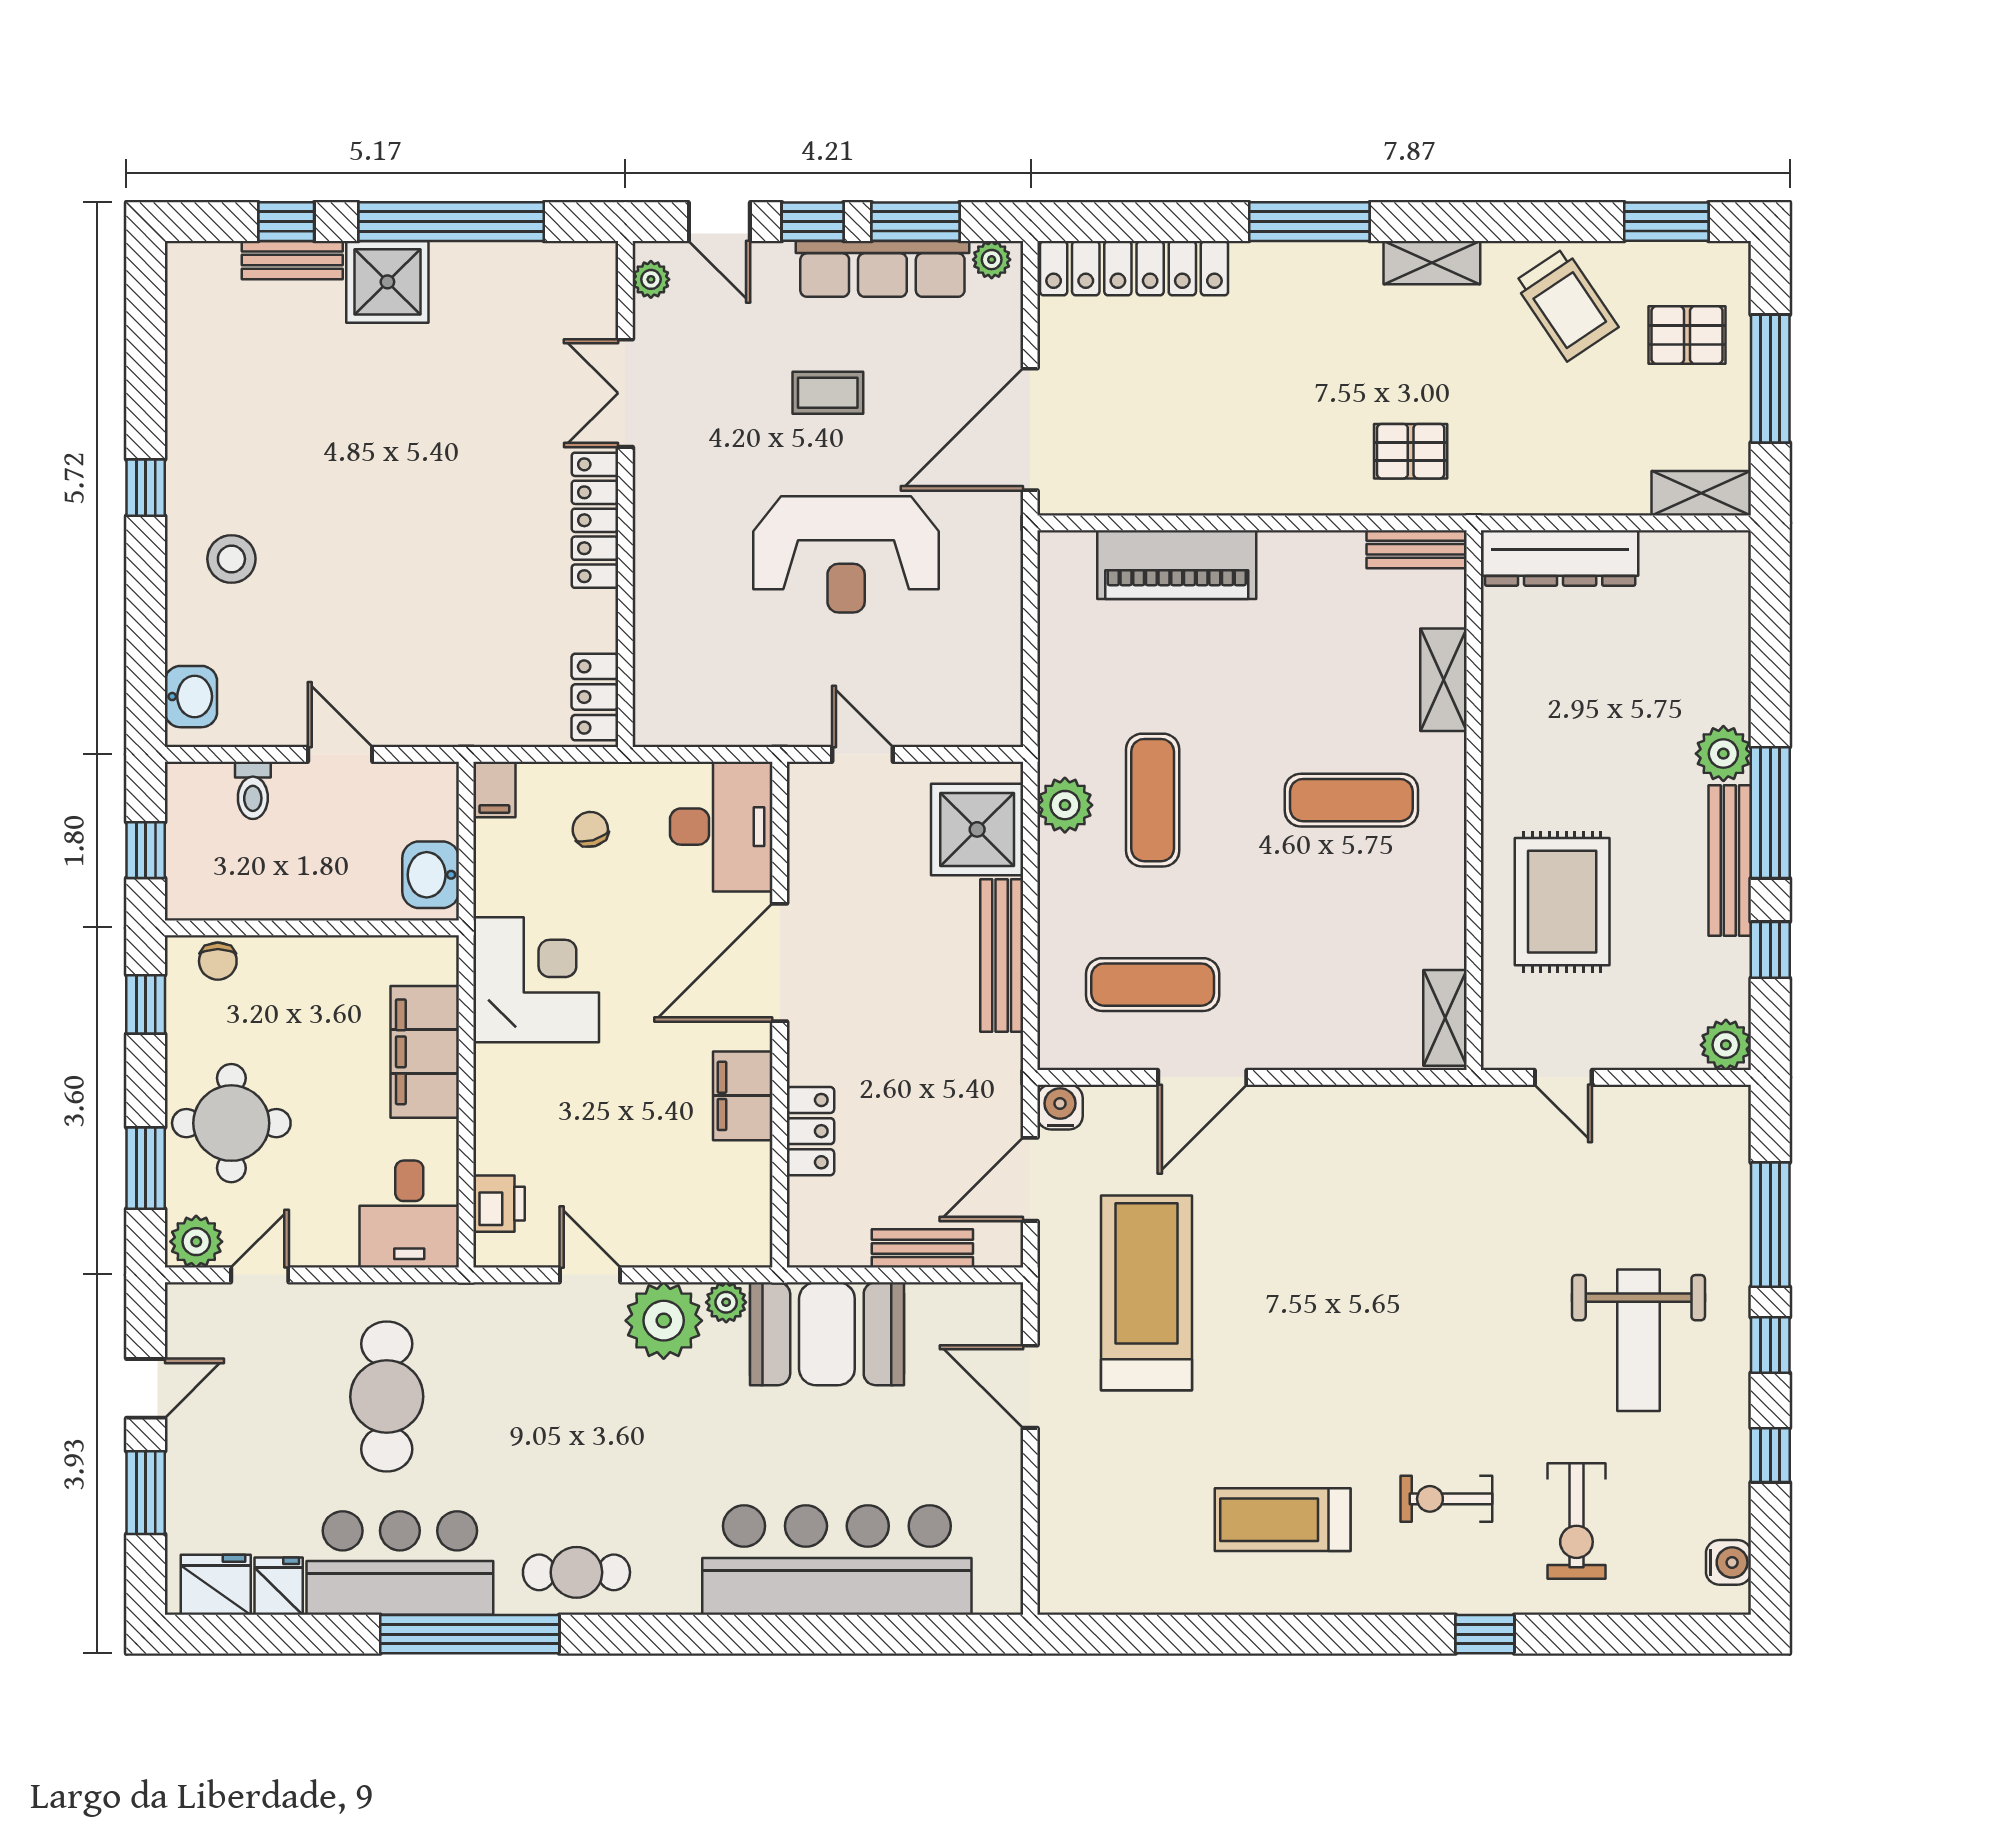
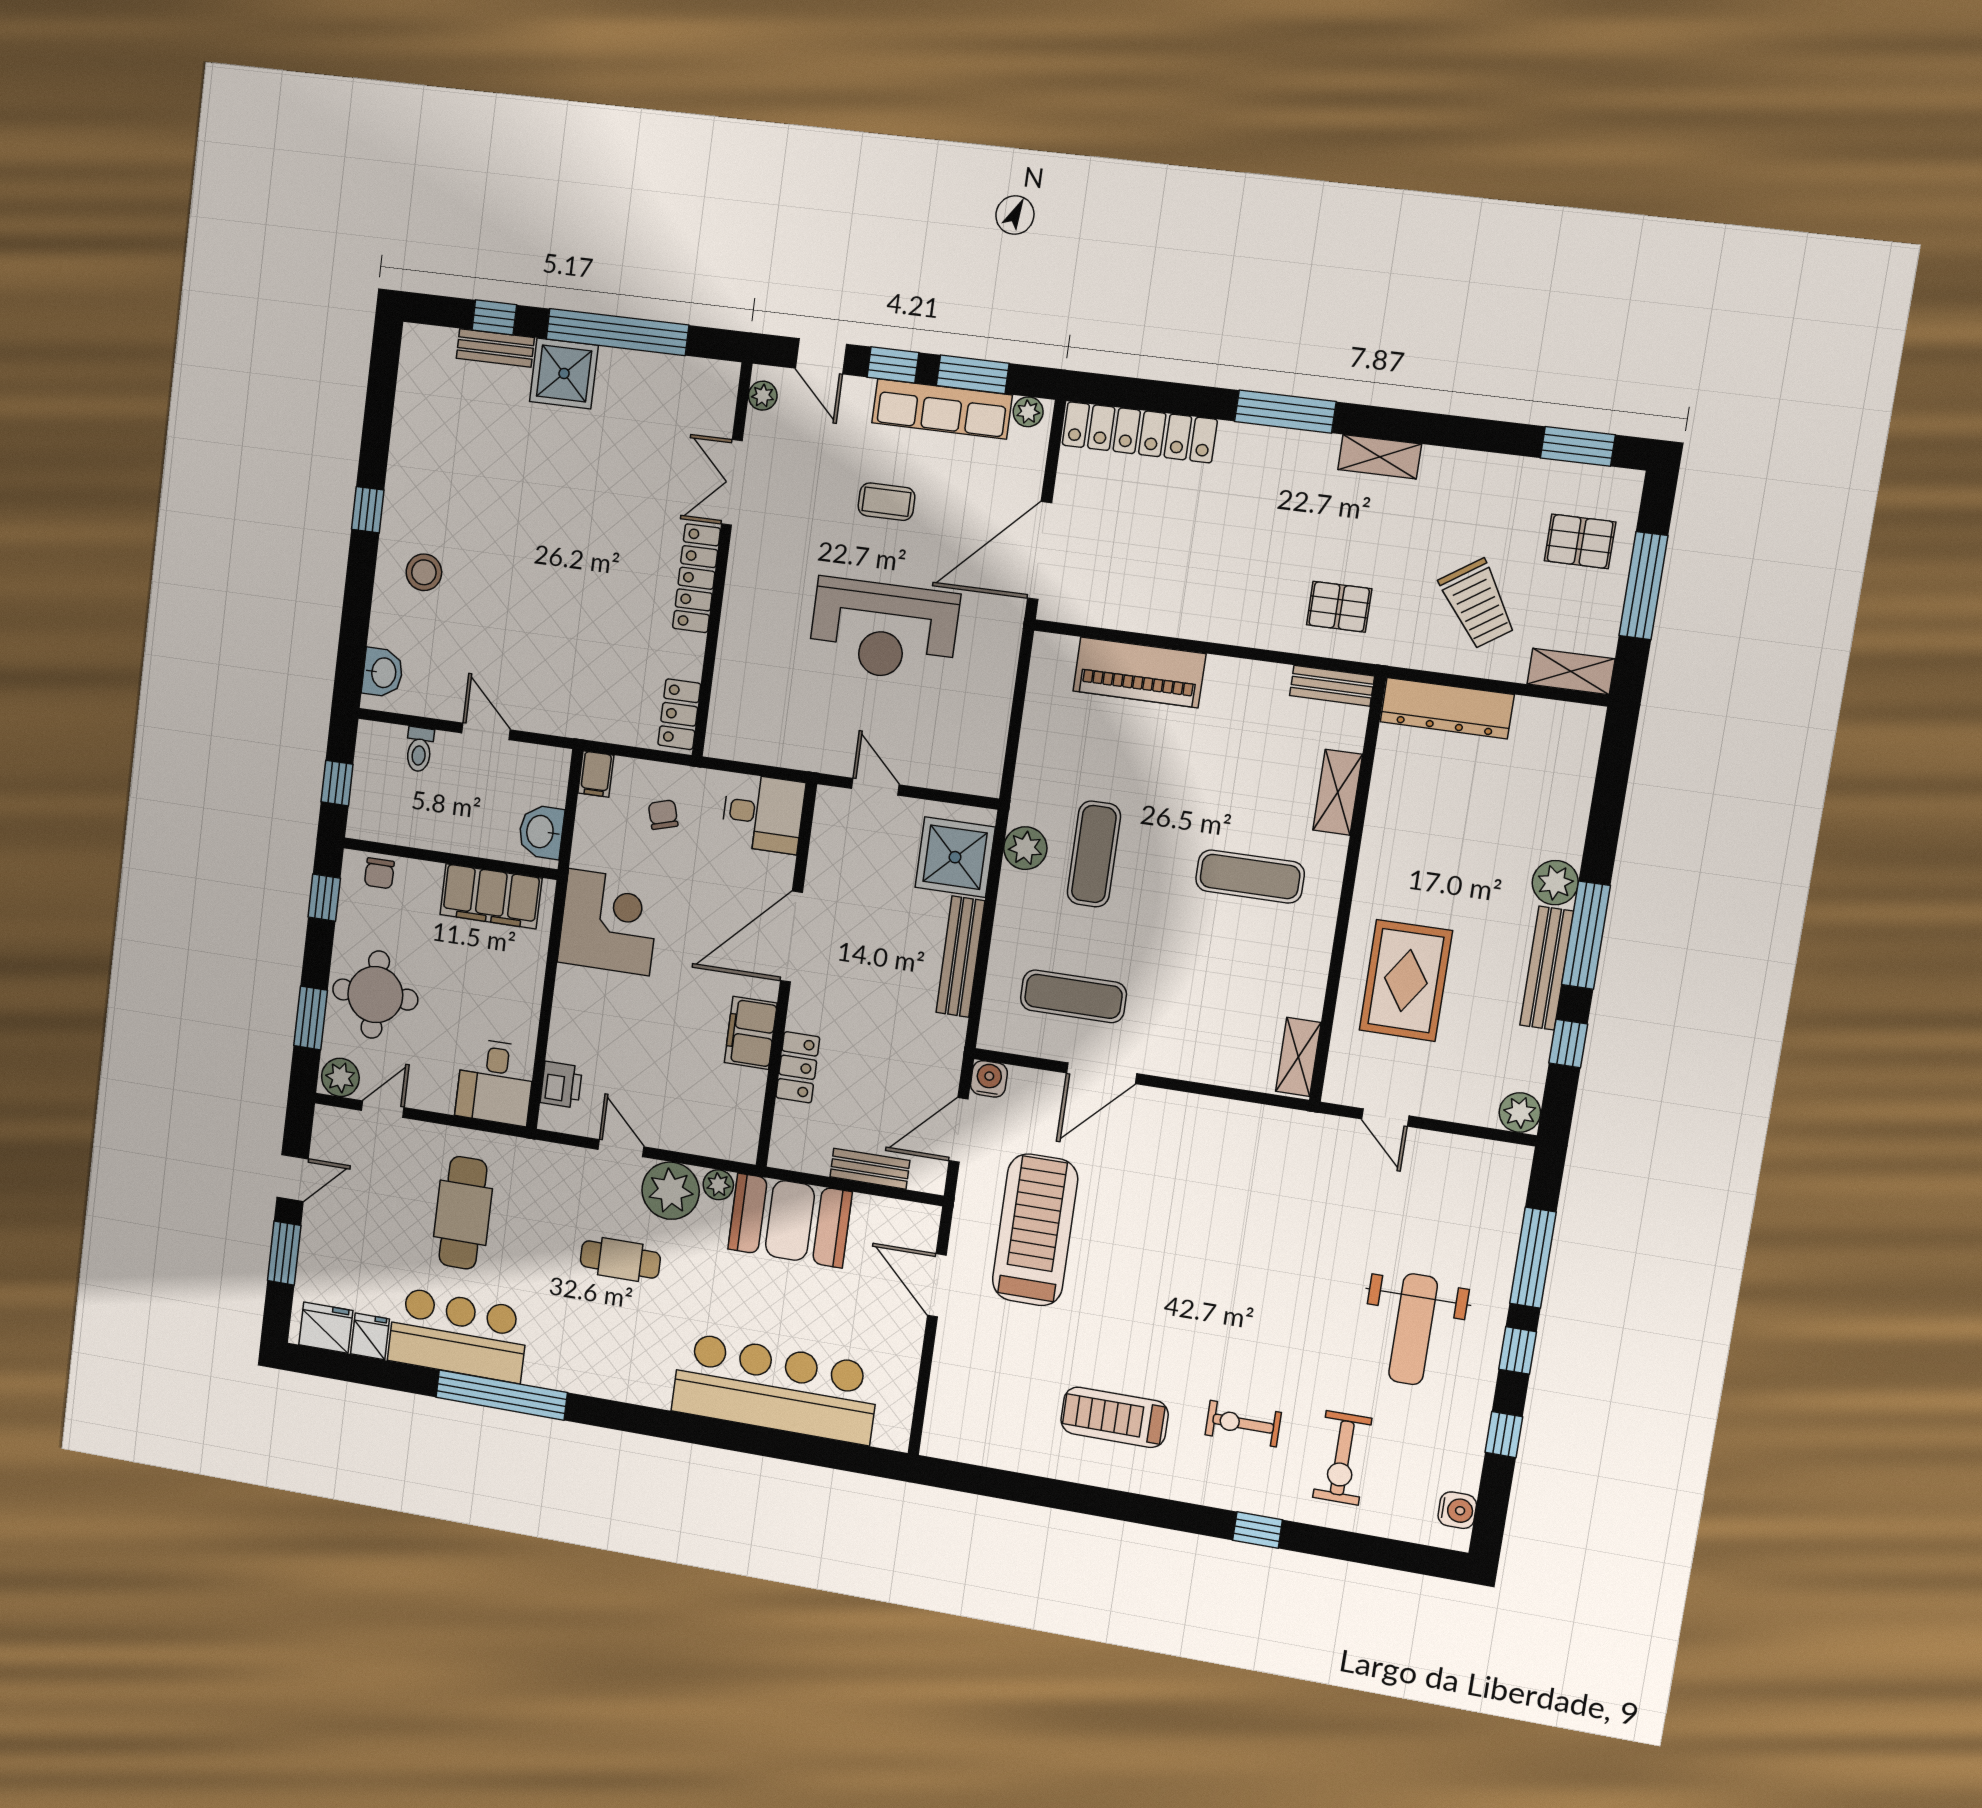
trolley: (1566, 304) -> (1478, 604), moved
desk: (721, 827) -> (763, 813), width x0.73
filing cabinet: (425, 1052) -> (491, 896), moved, turned -90
cafe table: (576, 1572) -> (620, 1259), moved

